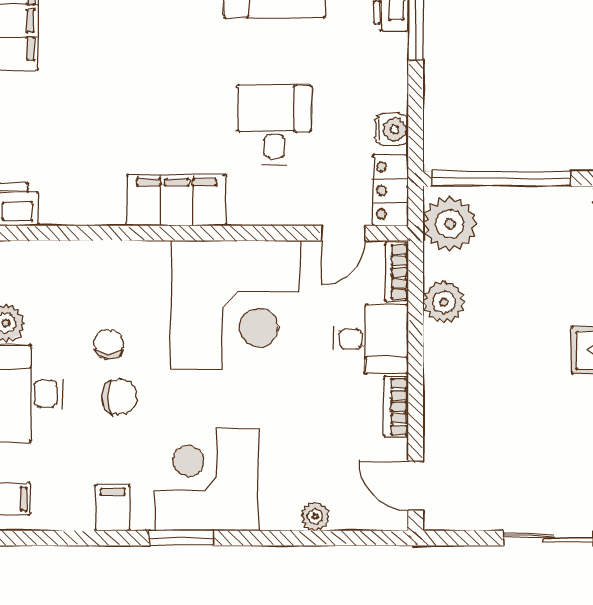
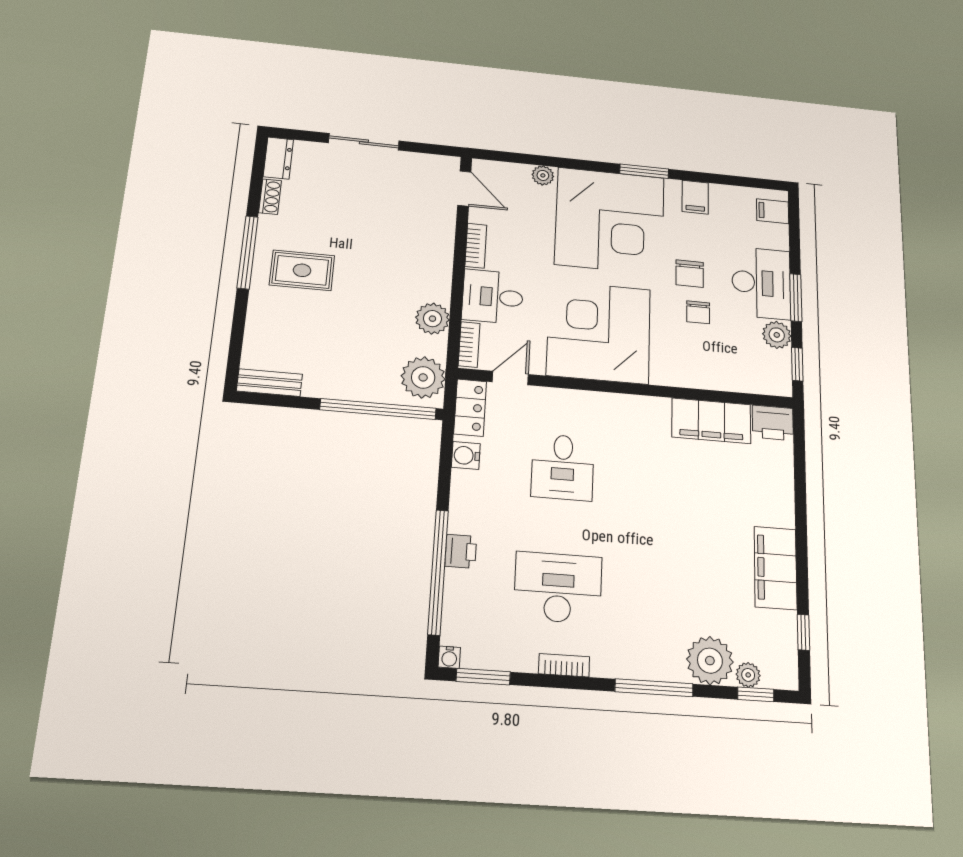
filing cabinet: (177, 200) -> (711, 421), moved
chair: (120, 397) -> (690, 274), turned -90
corner desk: (207, 479) -> (610, 221), width x1.36, depth x1.36

